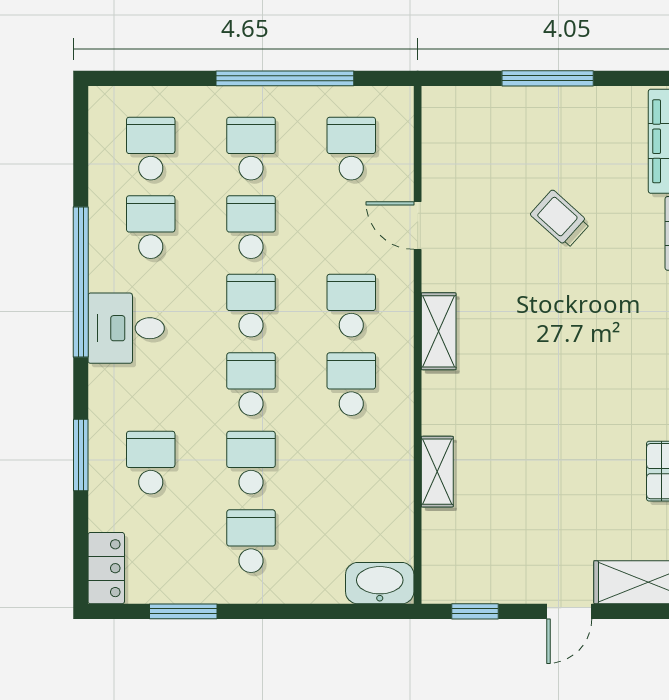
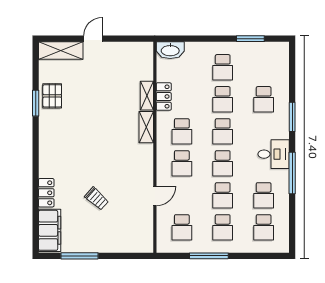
window: (285, 78) -> (209, 256), width x0.68
window: (548, 78) -> (79, 256), moved
door: (418, 226) -> (155, 196), hinge flipped
window: (81, 282) -> (292, 173), width x0.68
shelving: (439, 331) -> (146, 127), moved
window: (81, 455) -> (292, 117), moved
locker: (106, 568) -> (164, 97), moved, turned 180
window: (475, 611) -> (131, 39), removed

